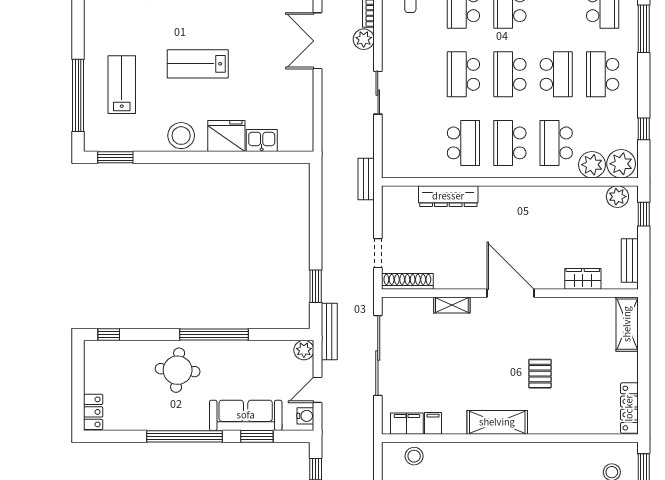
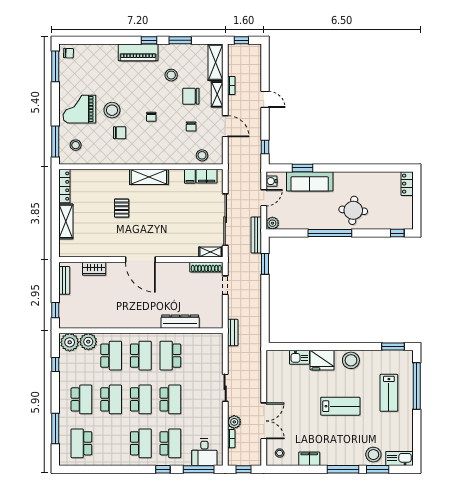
school desk: (556, 74) -> (111, 399), turned 180
plant: (617, 197) -> (72, 321), removed
shelving: (452, 305) -> (210, 252), moved
shelving: (627, 324) -> (66, 221), moved
window: (184, 436) -> (349, 168), removed

